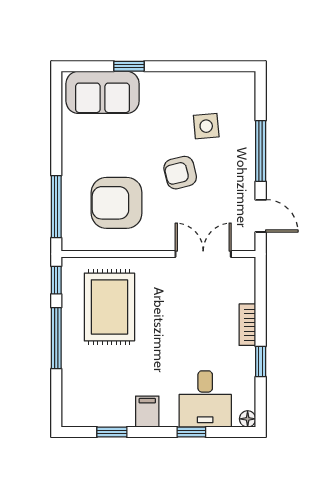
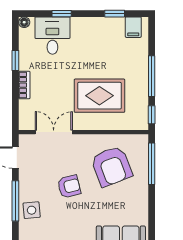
side table: (206, 126) -> (32, 210), moved
armchair: (117, 203) -> (112, 166), turned 69
double door: (203, 254) -> (54, 132), swing flipped
rug: (109, 307) -> (99, 96), moved, turned 90
filing cabinet: (147, 412) -> (133, 27), moved

